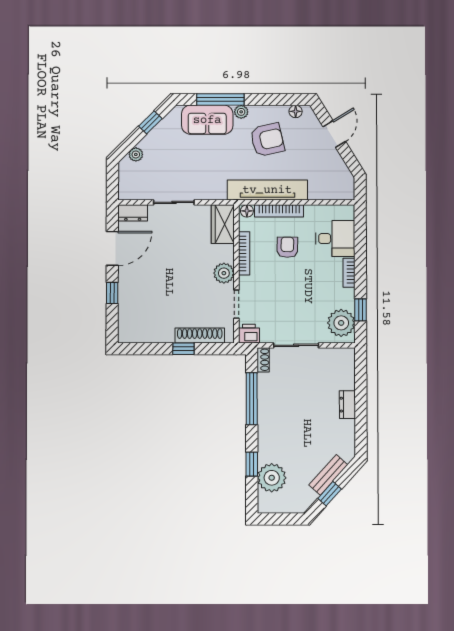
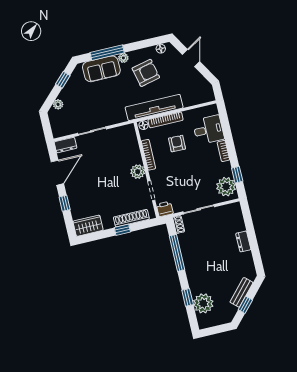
wardrobe: (223, 224) -> (88, 226), moved, turned 90

